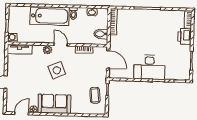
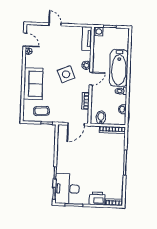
desk: (149, 67) -> (67, 189), moved
sofa: (54, 104) -> (33, 84), moved

